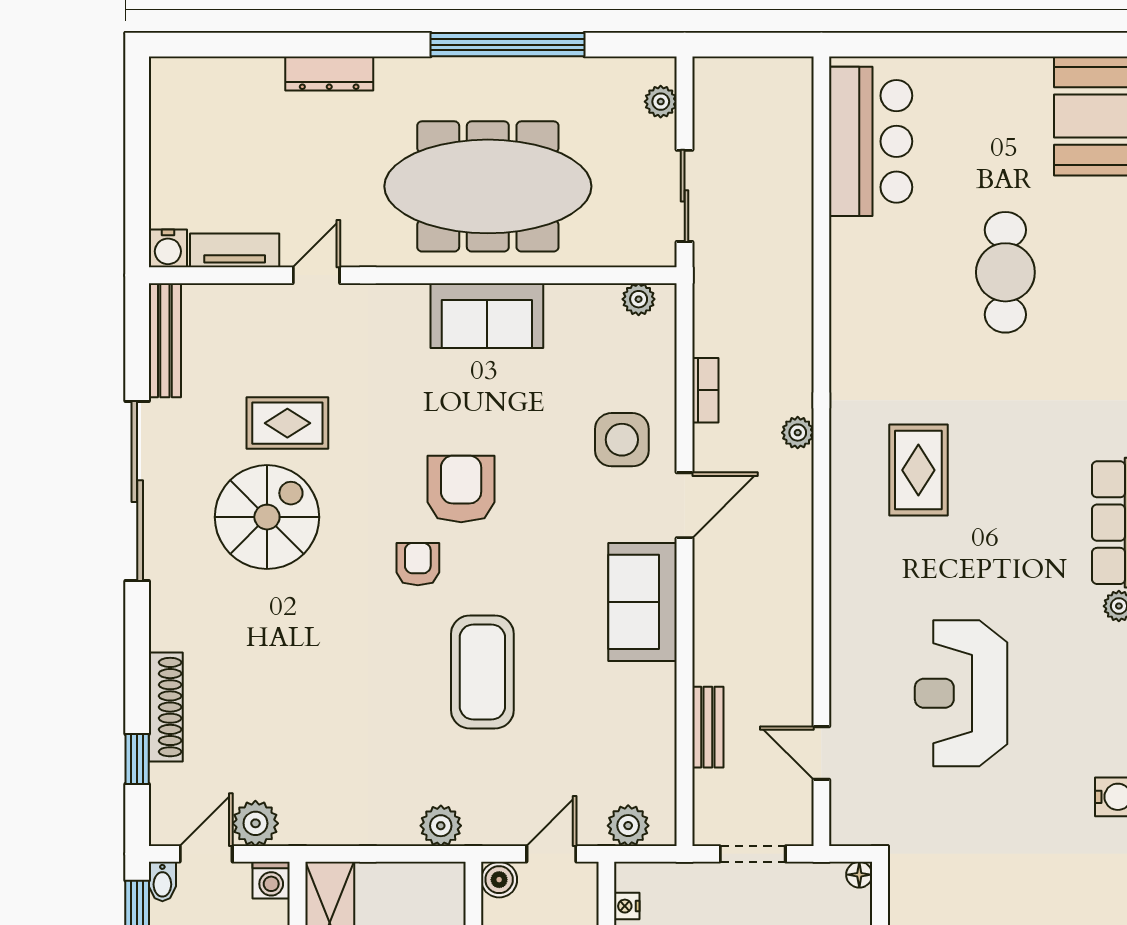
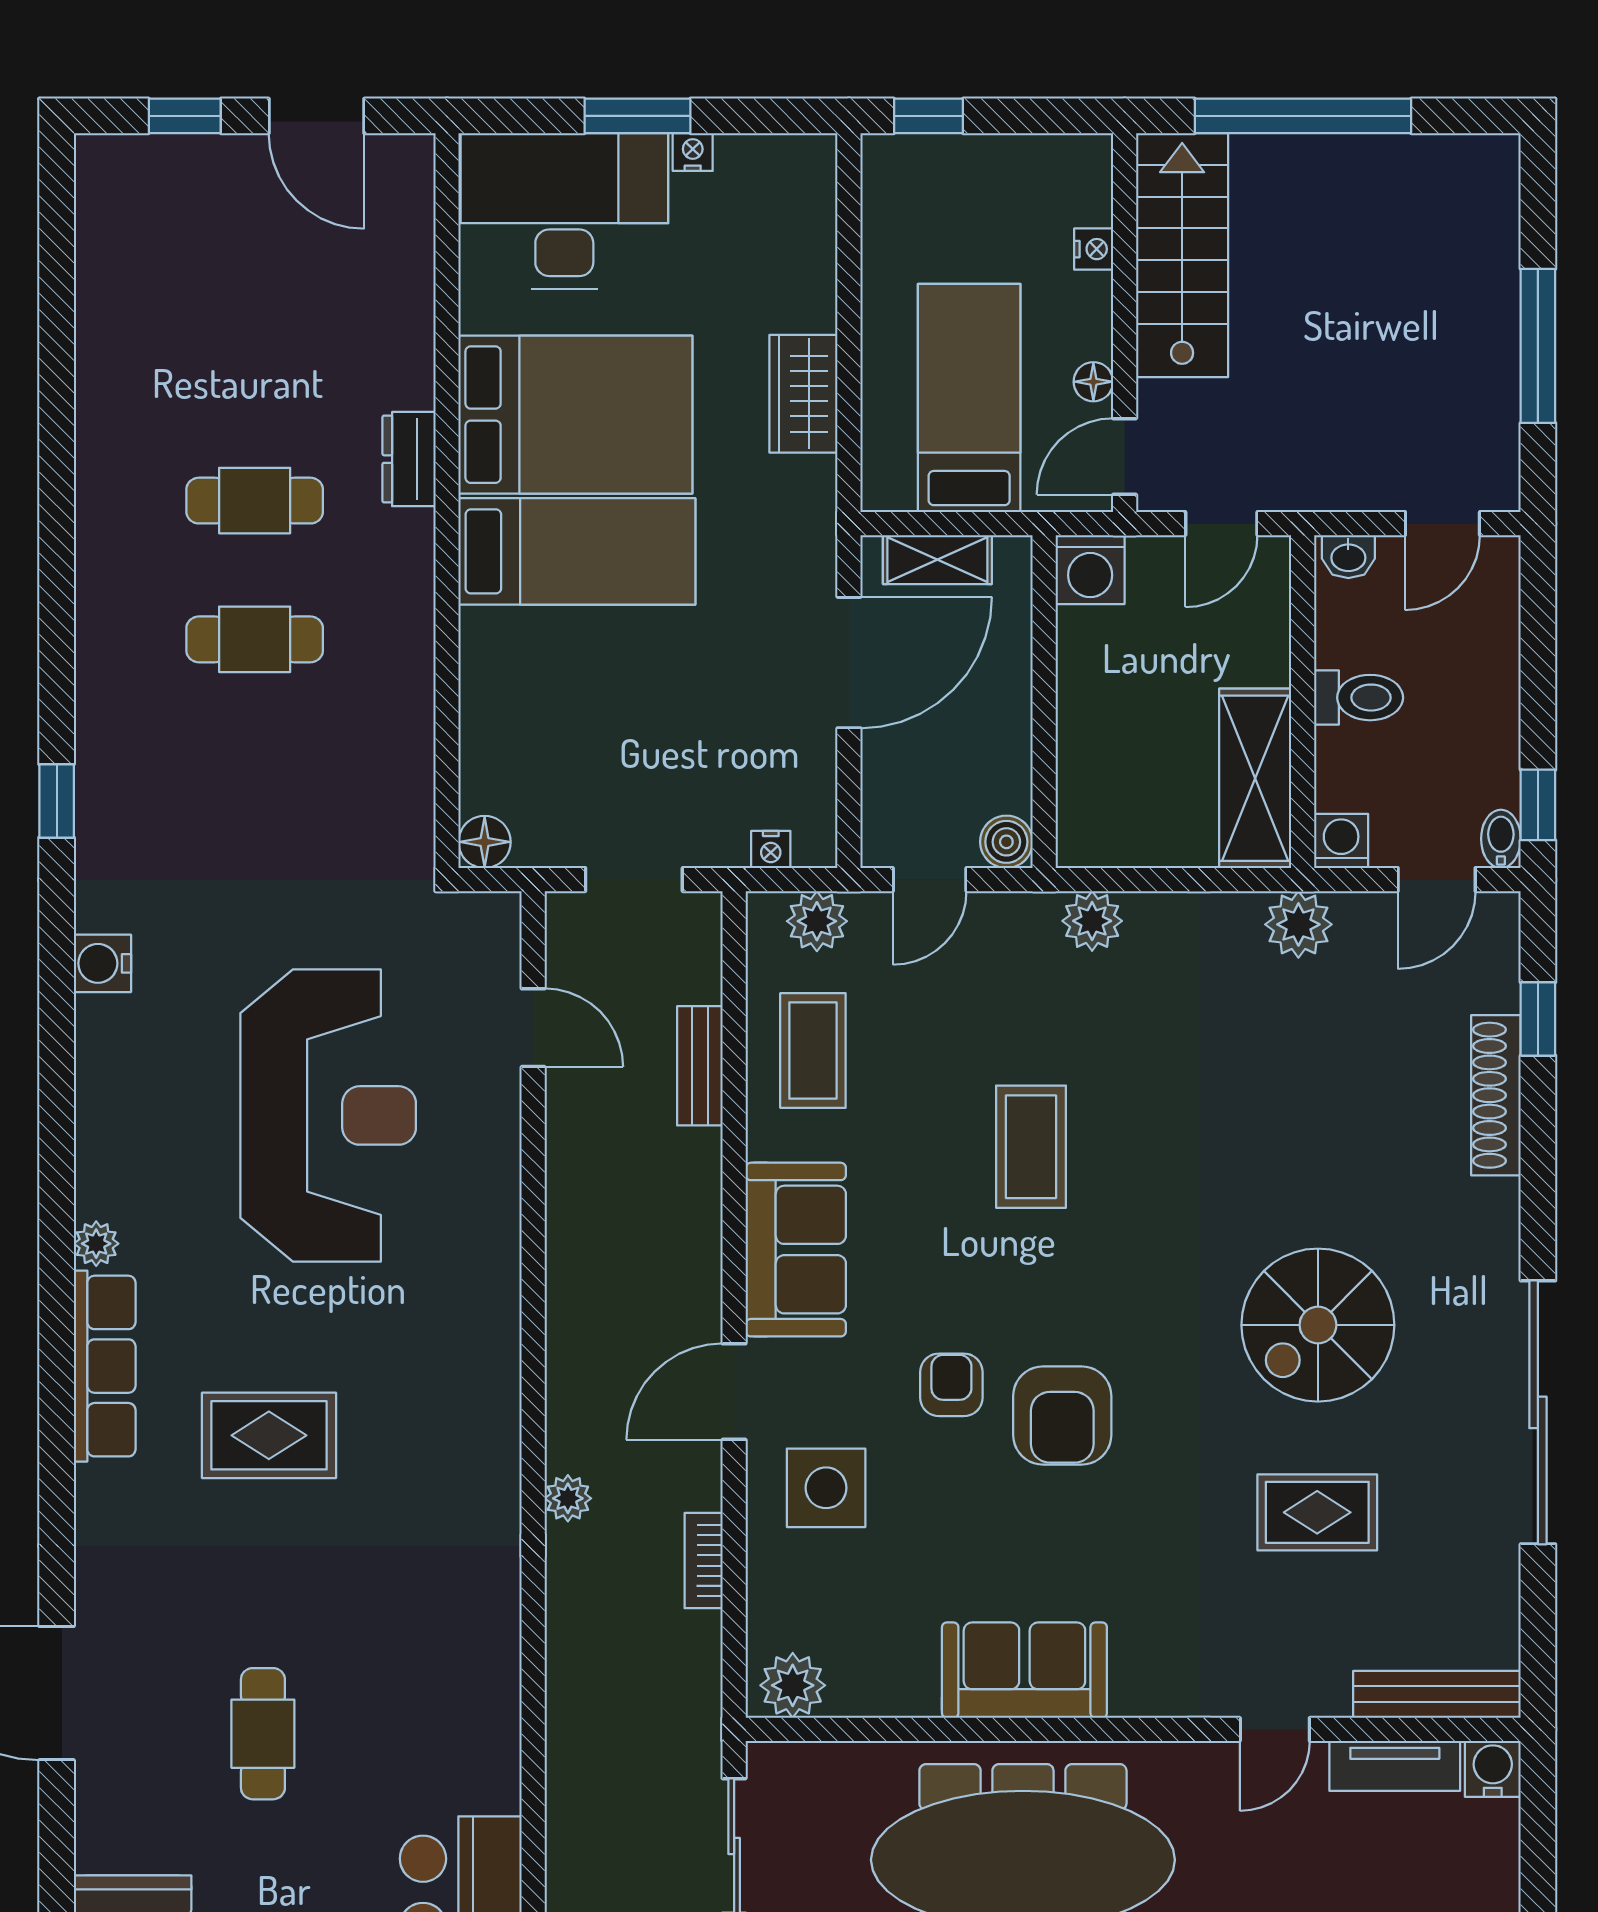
cafe table: (1005, 272) -> (263, 1734), width x0.73, depth x0.74
plant: (639, 299) -> (793, 1685), width x1.38, depth x1.38
bench: (165, 340) -> (1437, 1694), moved, turned 90
rug: (918, 470) -> (269, 1435), moved, turned 90
spiral stairs: (267, 517) -> (1318, 1325), moved
armchair: (418, 564) -> (951, 1385), moved, turned 180
coffee table: (482, 672) -> (1031, 1147), width x0.73, depth x0.76
reception desk: (961, 693) -> (328, 1115), width x1.36, depth x1.30
coffee table: (631, 738) -> (813, 1050), added
plant: (255, 823) -> (1298, 924), moved
floor lamp: (859, 875) -> (485, 842), width x1.37, depth x1.37
nightstand: (627, 906) -> (771, 849), moved, turned 90

